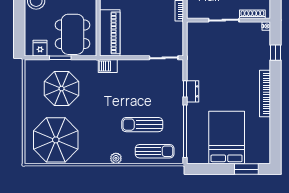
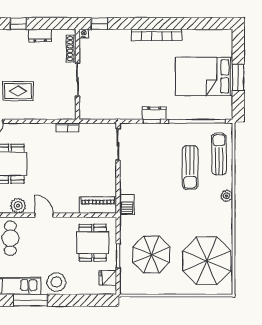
piano: (110, 33) -> (98, 205), width x0.73, depth x0.75
dining table: (73, 34) -> (93, 243), width x0.73
window: (276, 53) -> (99, 24), moved
window: (246, 169) -> (238, 77), moved

